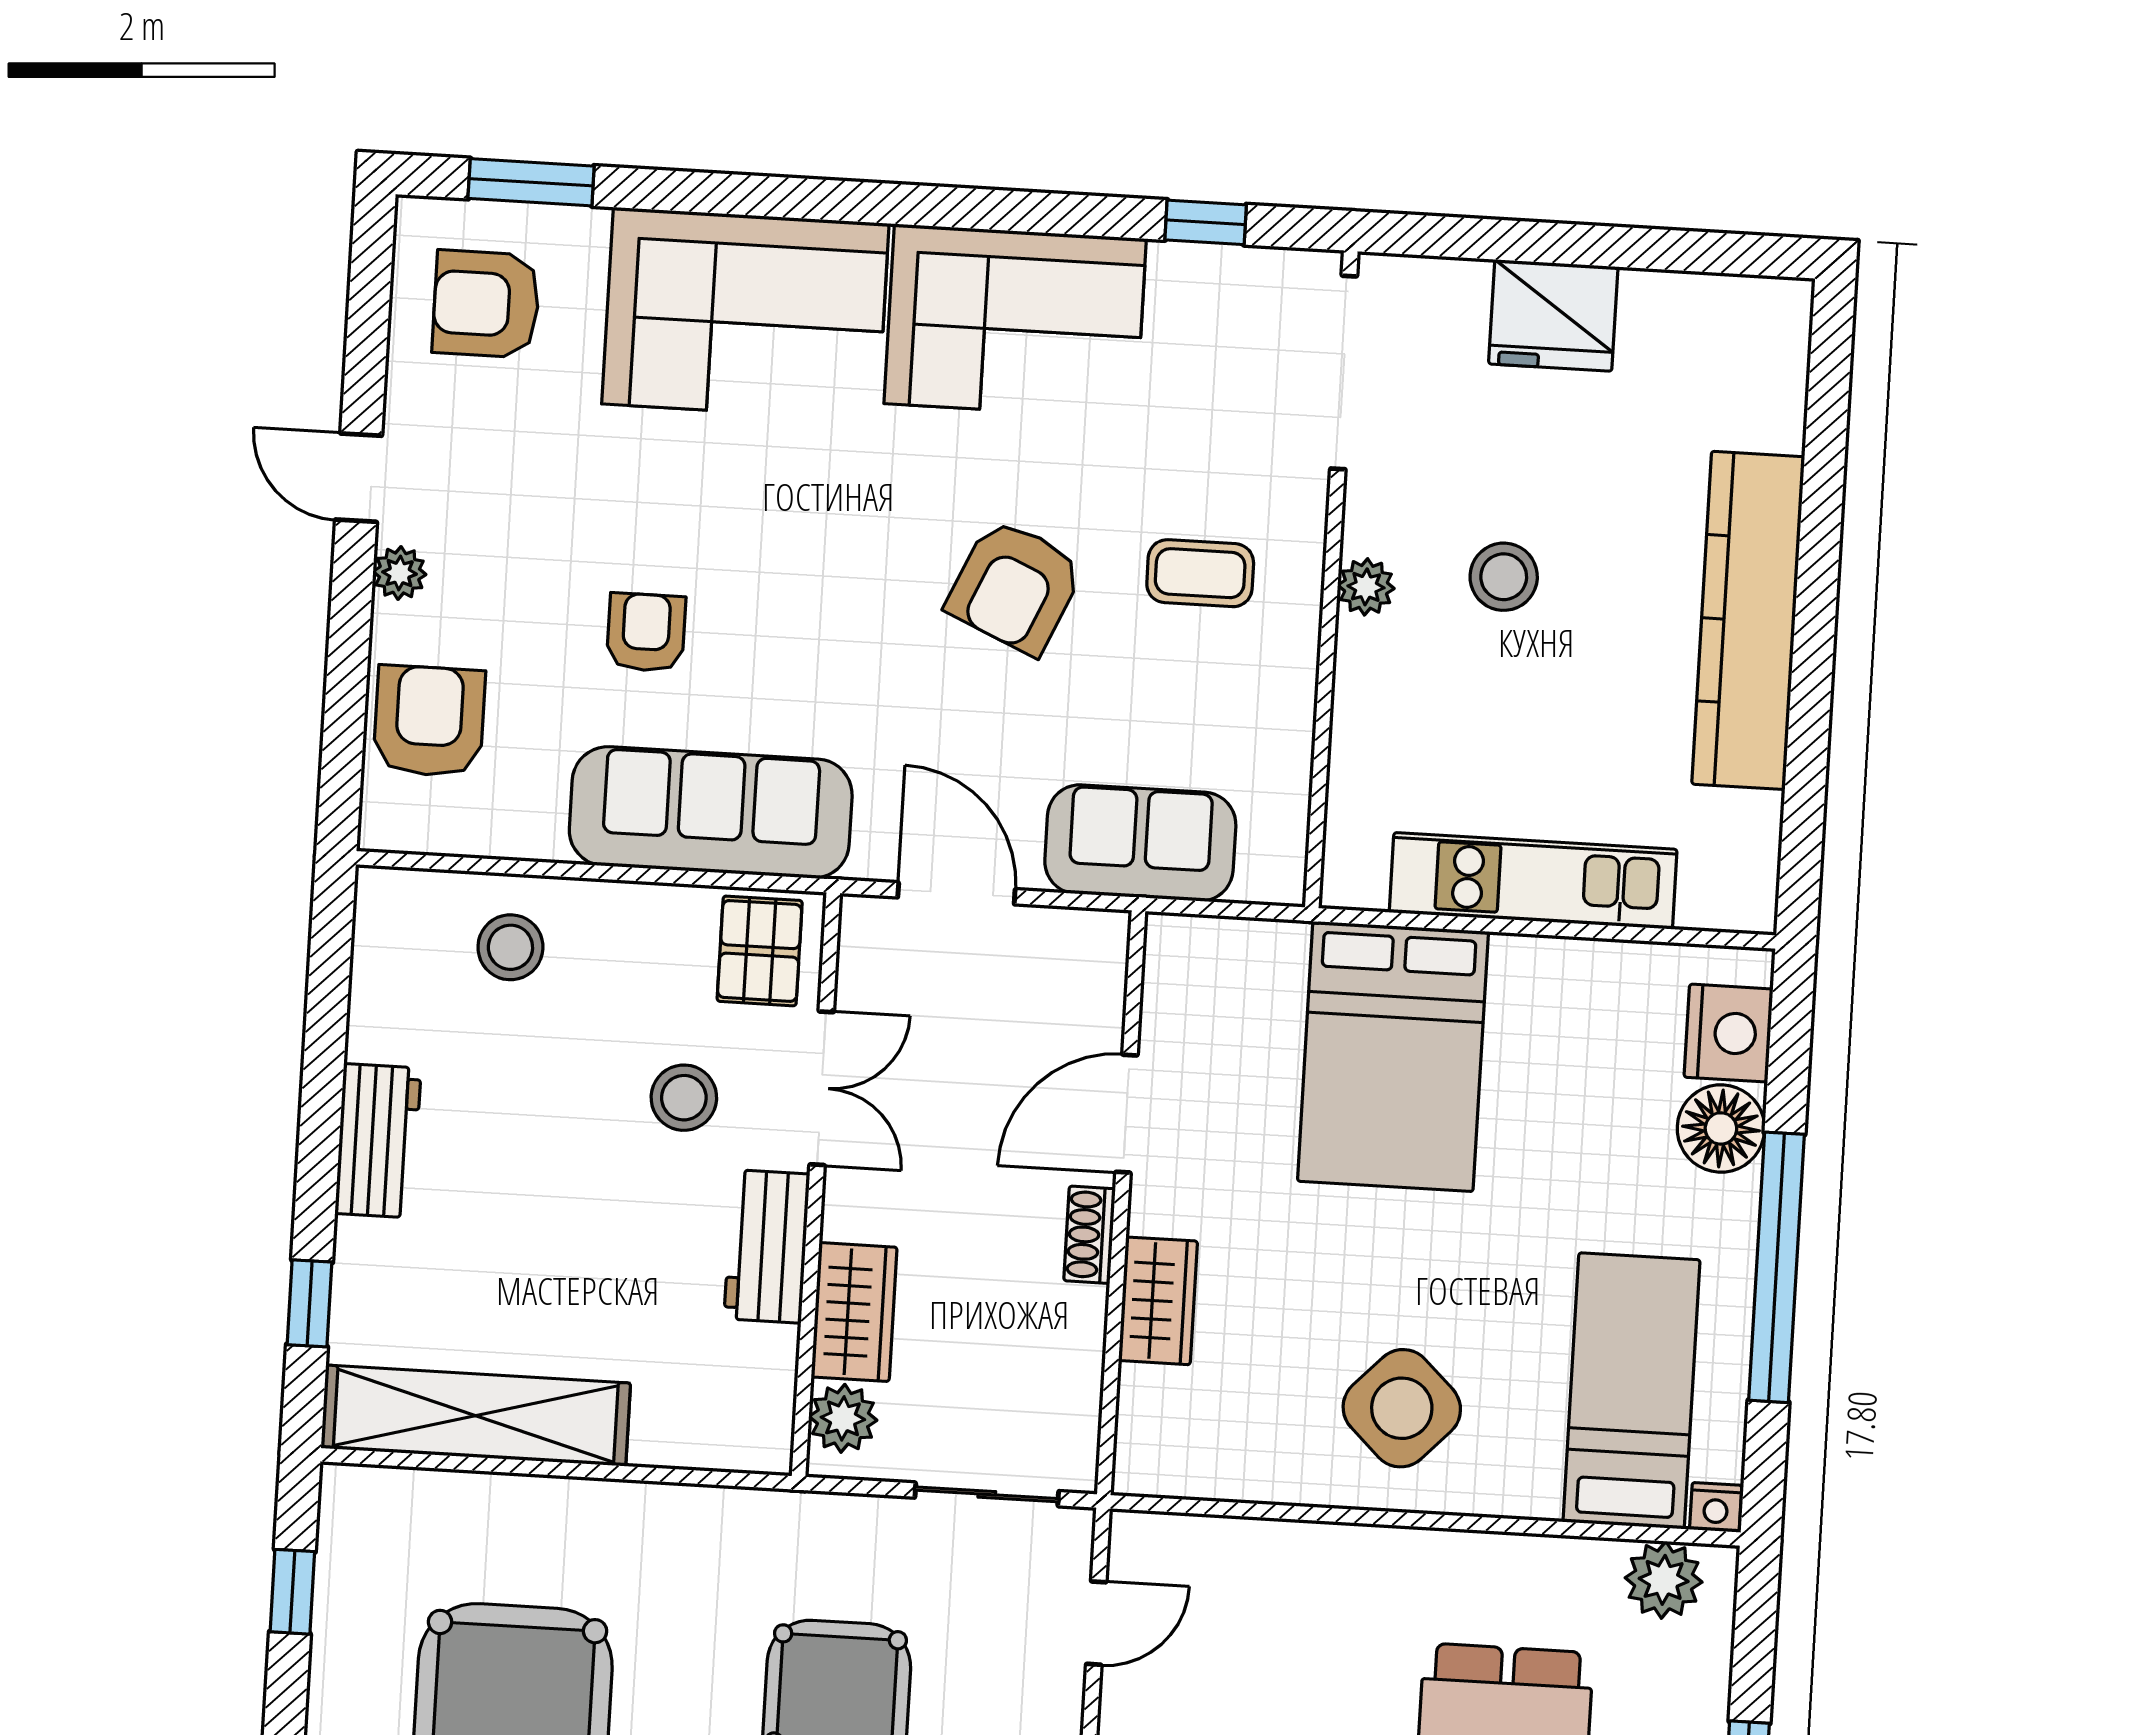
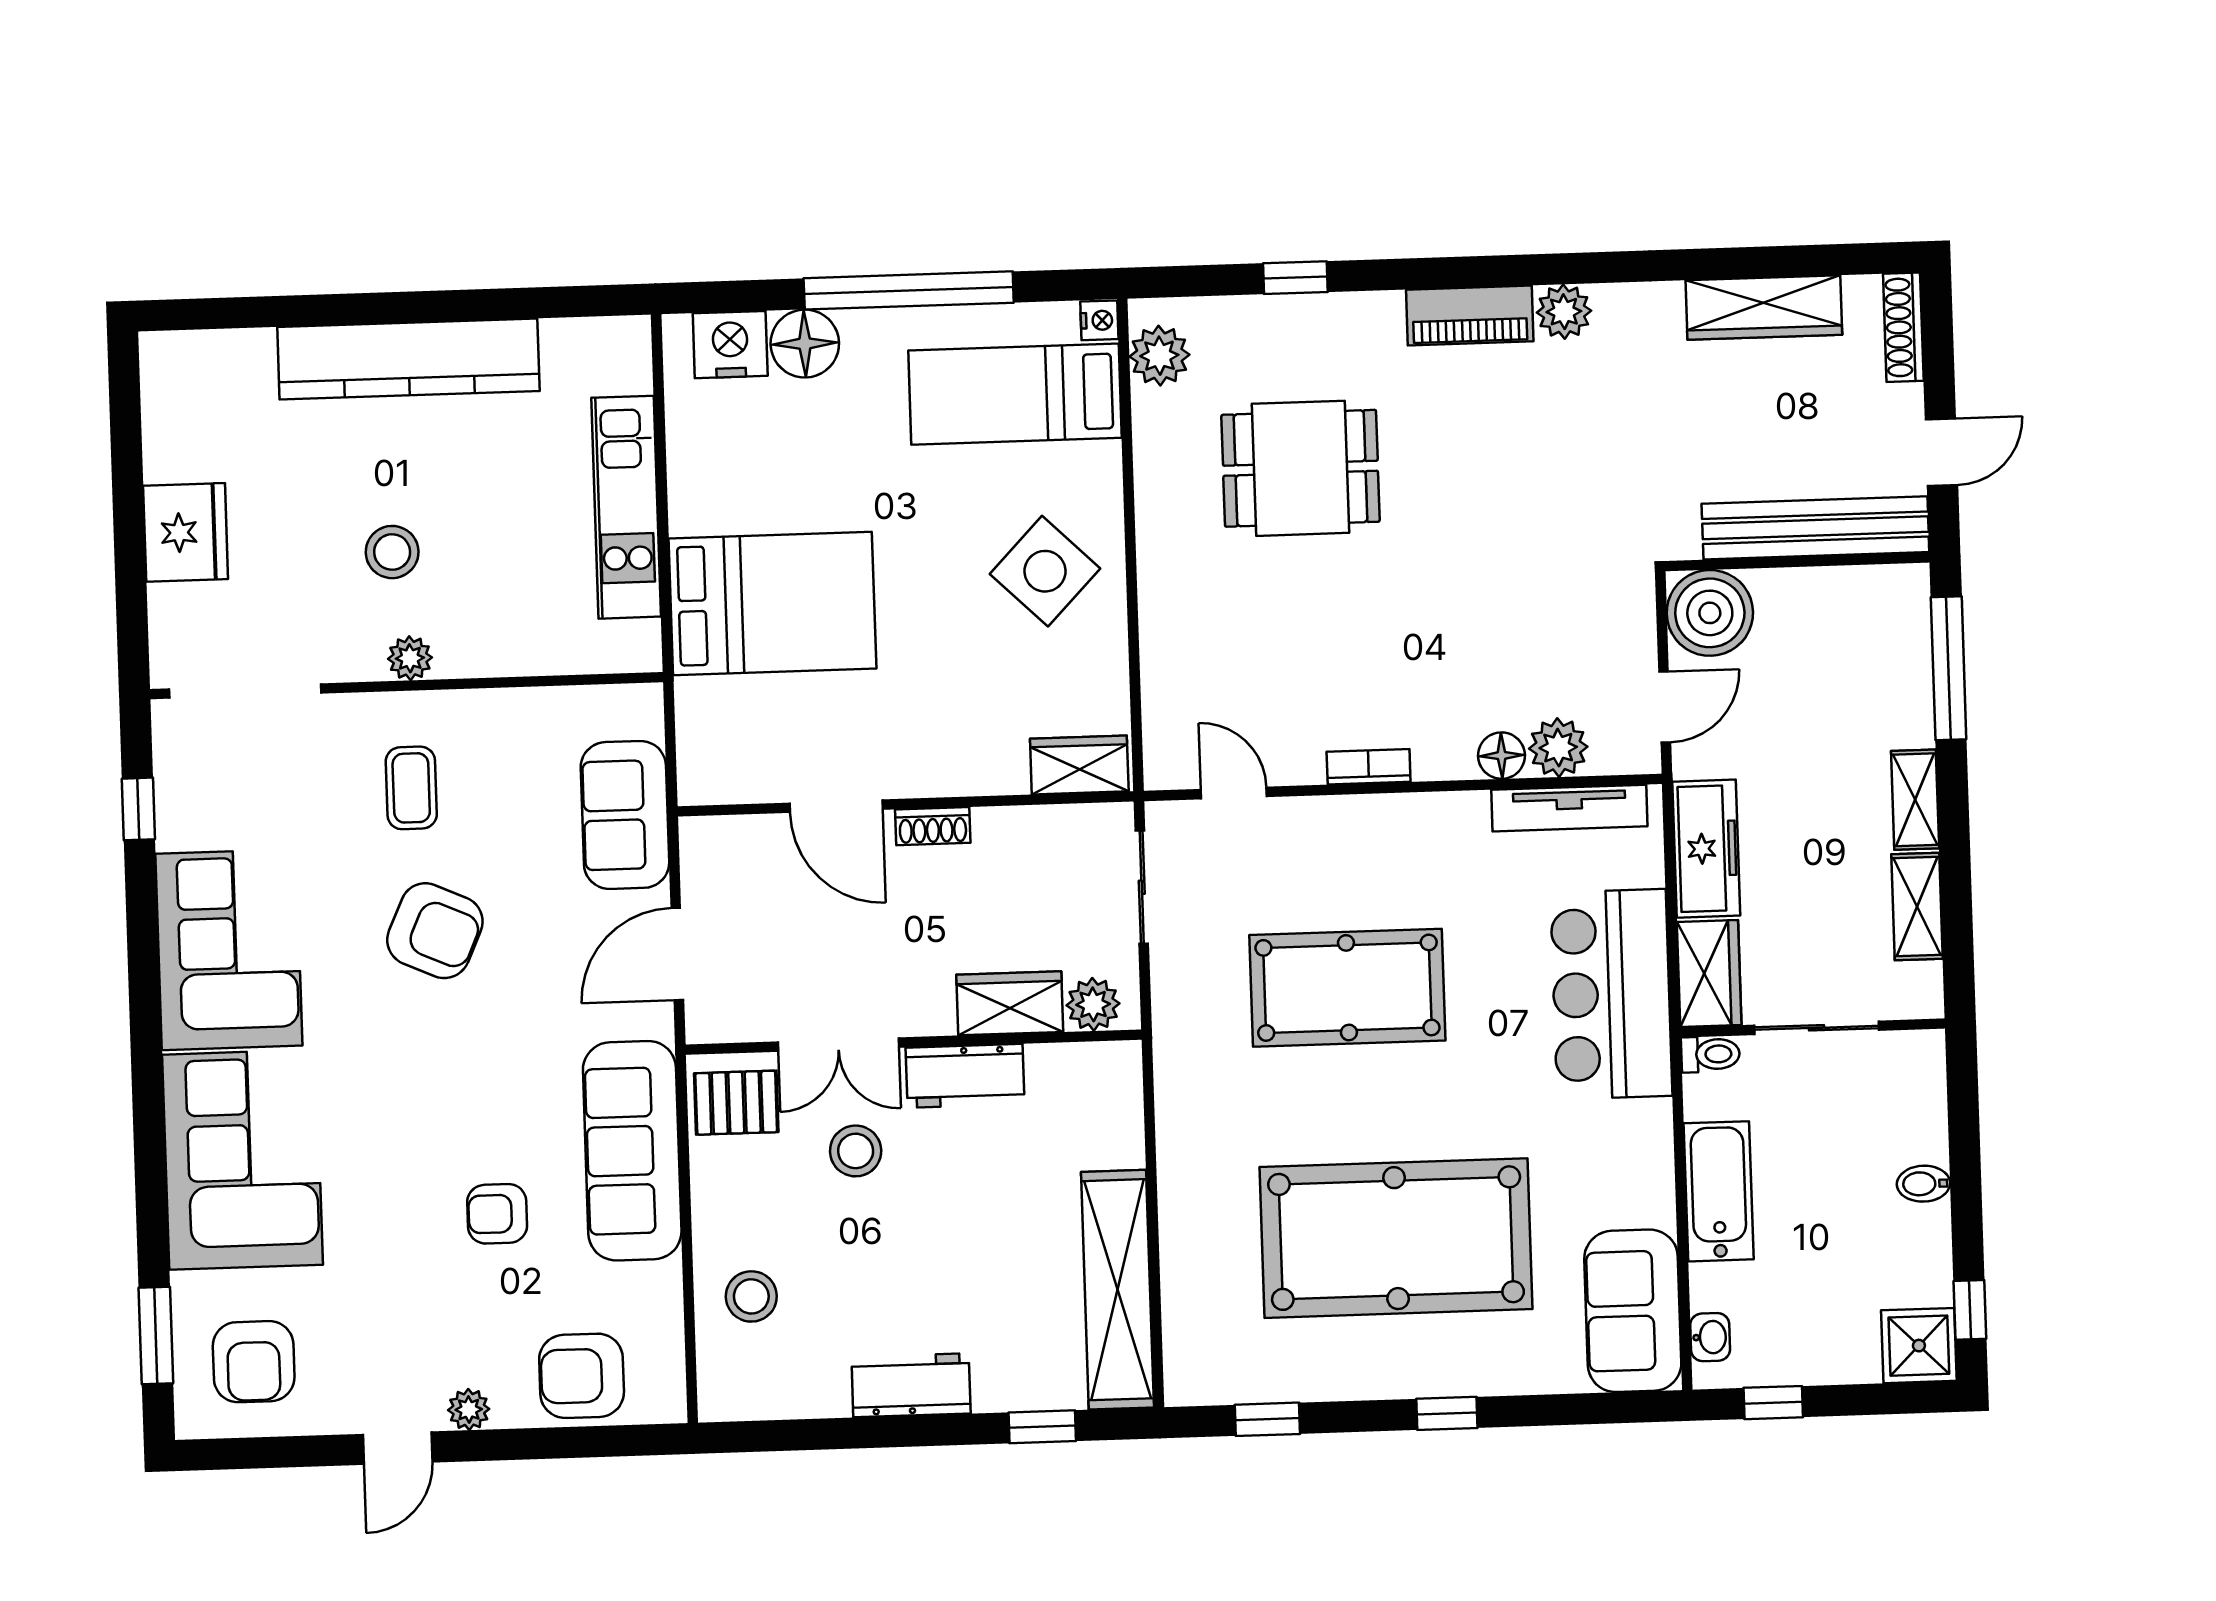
double door: (822, 1088) -> (838, 1045), swing flipped
wardrobe: (1158, 1301) -> (1079, 765), moved

